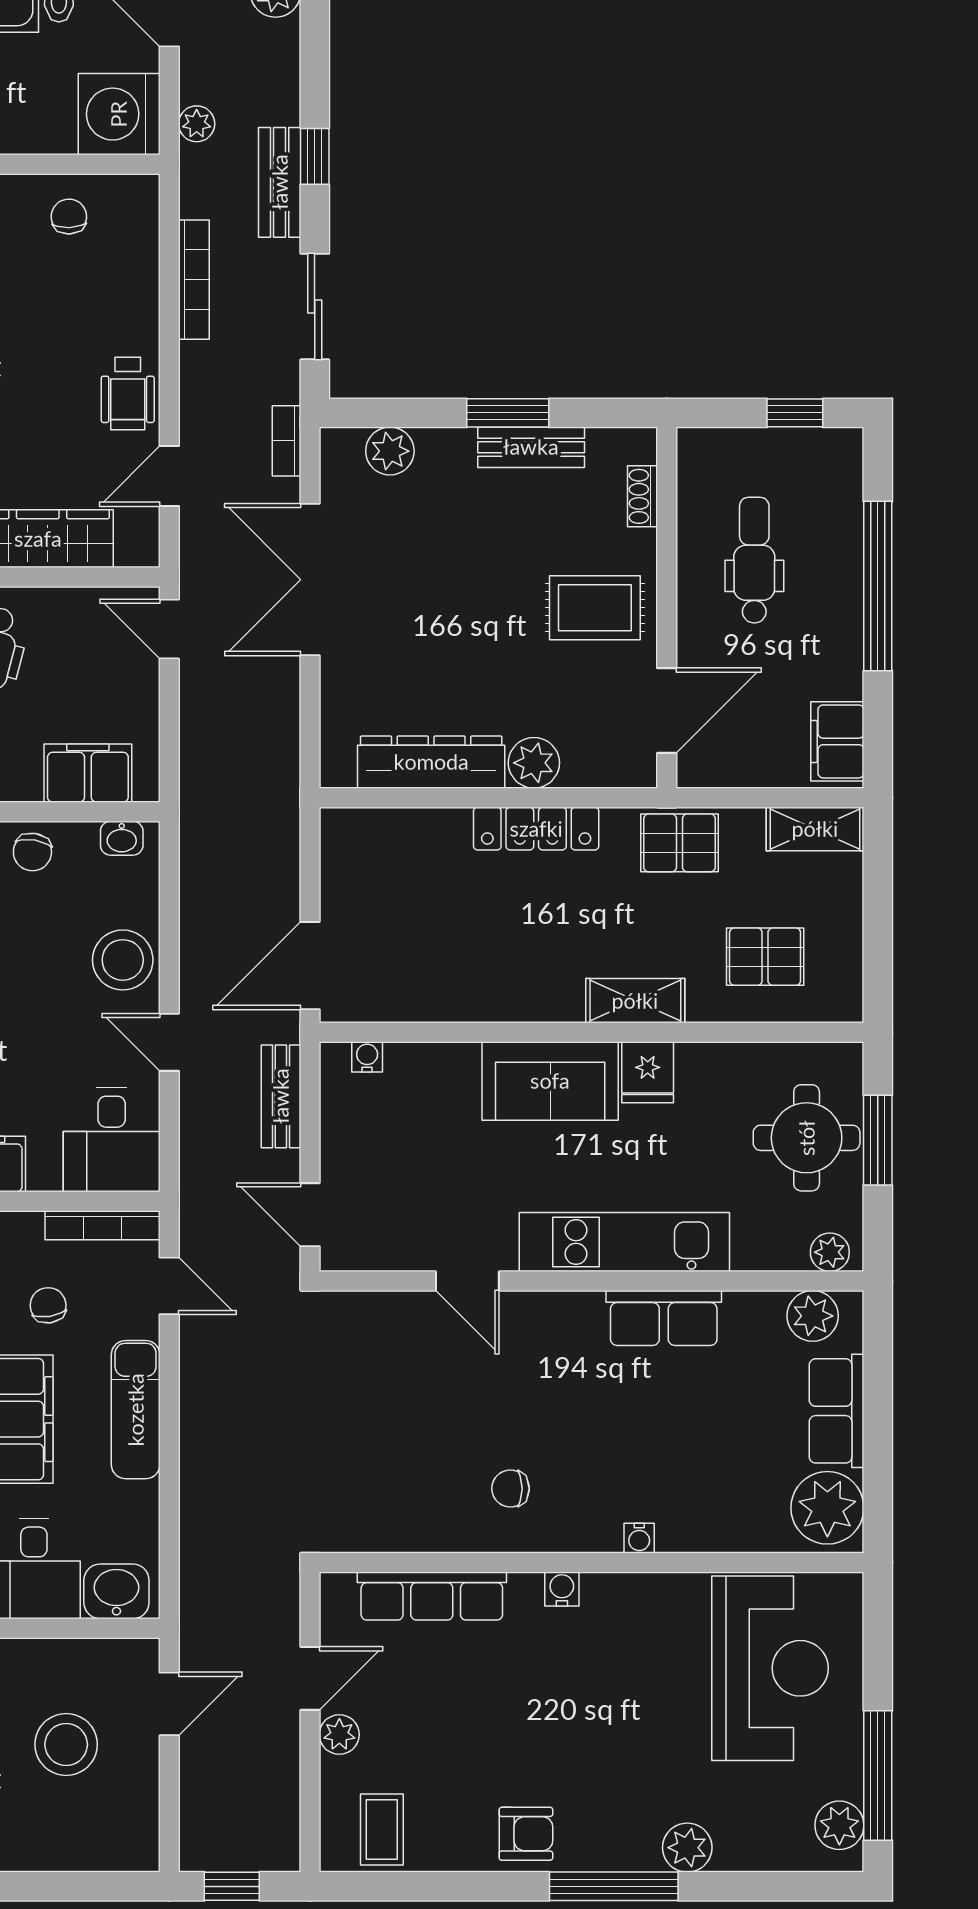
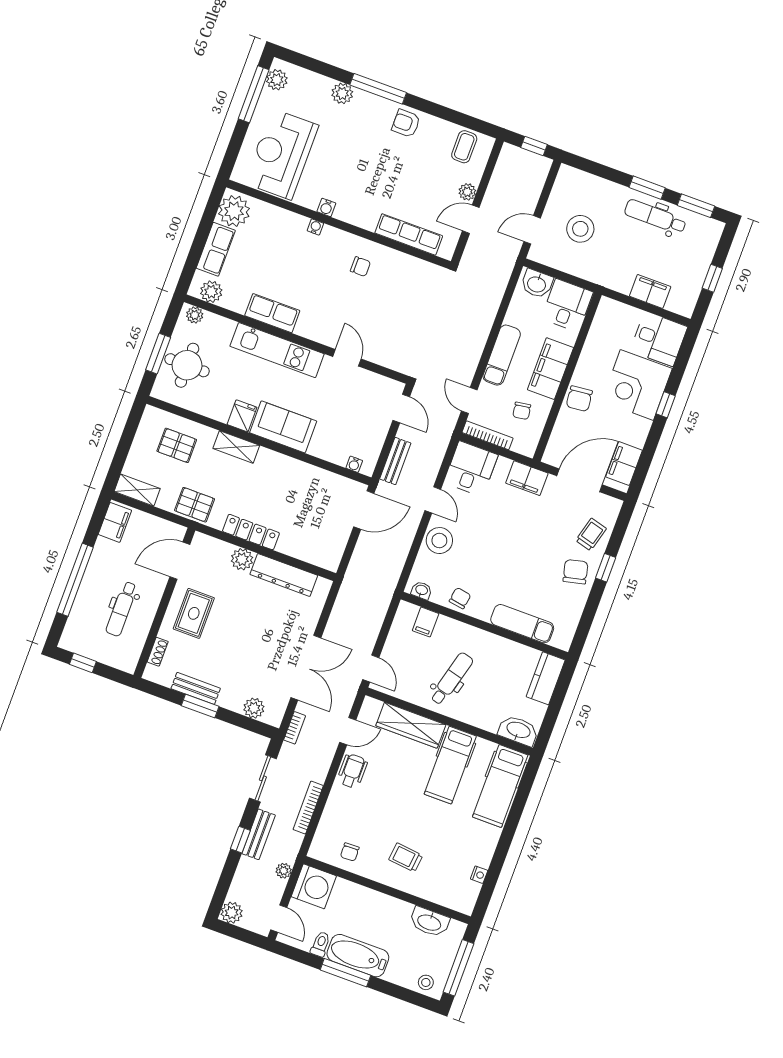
rug: (595, 608) -> (194, 613), turned 90
filing cabinet: (88, 773) -> (426, 622), width x0.50
water cooler: (562, 1589) -> (326, 207), moved

